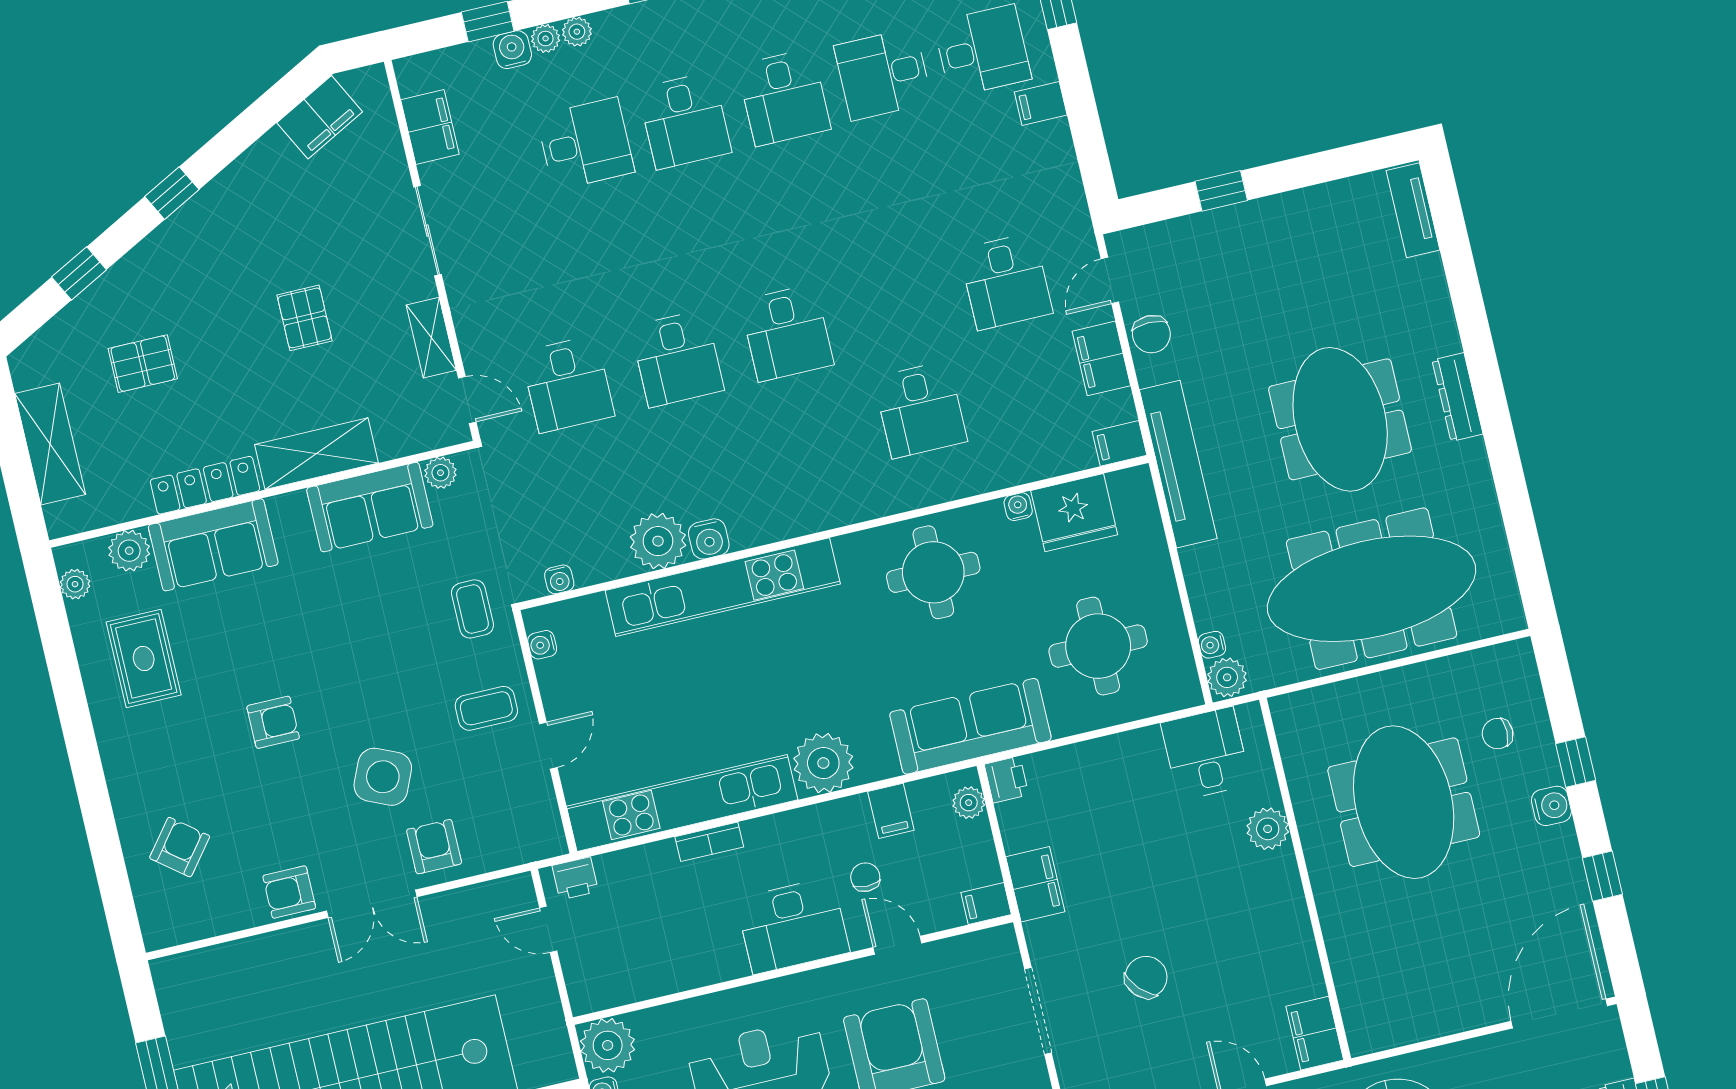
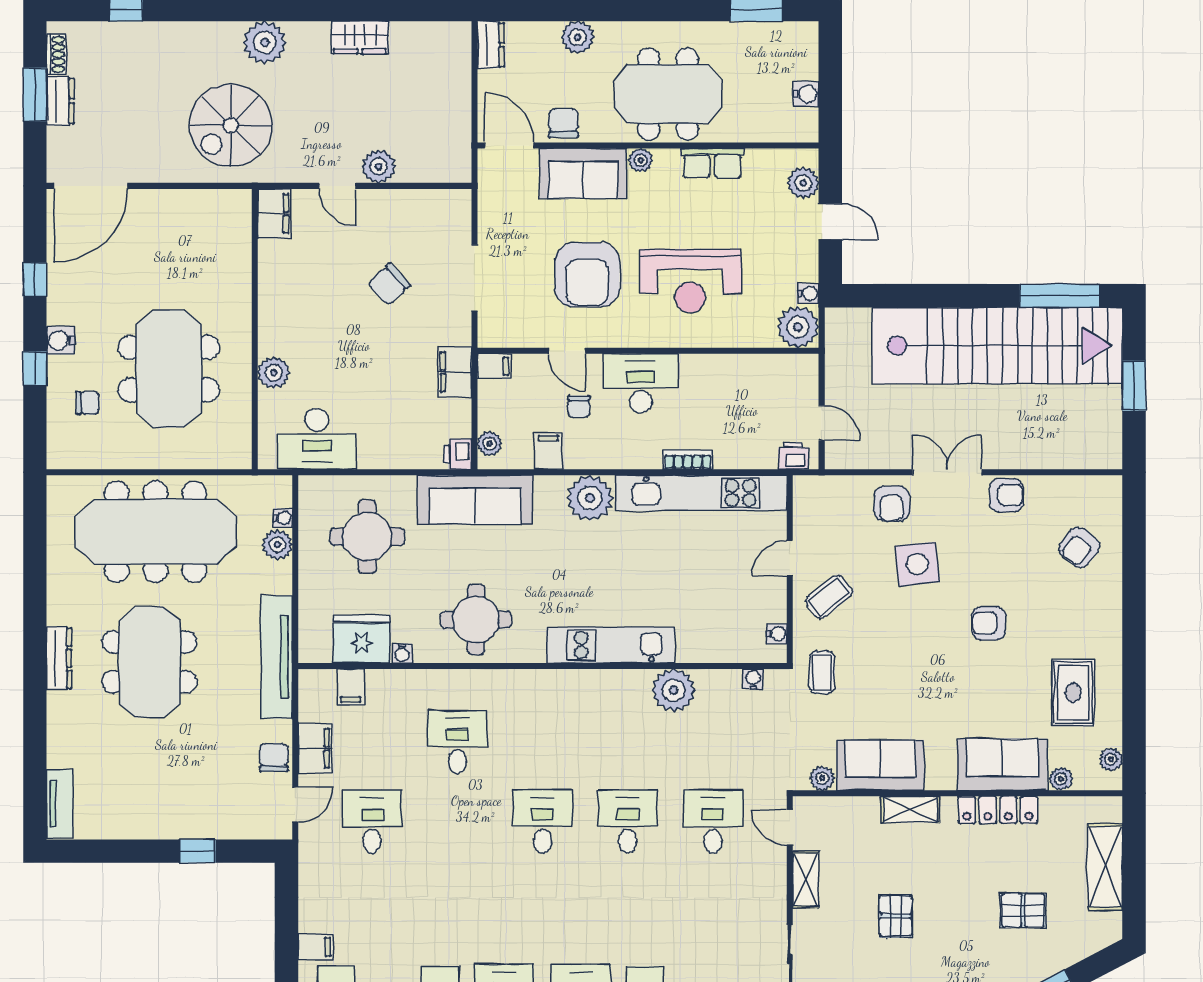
filing cabinet: (1120, 443) -> (351, 687), moved, turned 90
shelving: (316, 454) -> (910, 809), width x0.67, depth x0.75
water cooler: (709, 539) -> (636, 683), removed
plant: (129, 551) -> (1061, 779), width x0.73, depth x0.73
kitchen unit: (723, 587) -> (610, 645), width x0.73
plant: (1227, 677) -> (277, 545), moved
coffee table: (486, 708) -> (829, 597), turned -39
desk: (1206, 754) -> (317, 439), width x1.37
side table: (383, 777) -> (917, 564), turned -30

